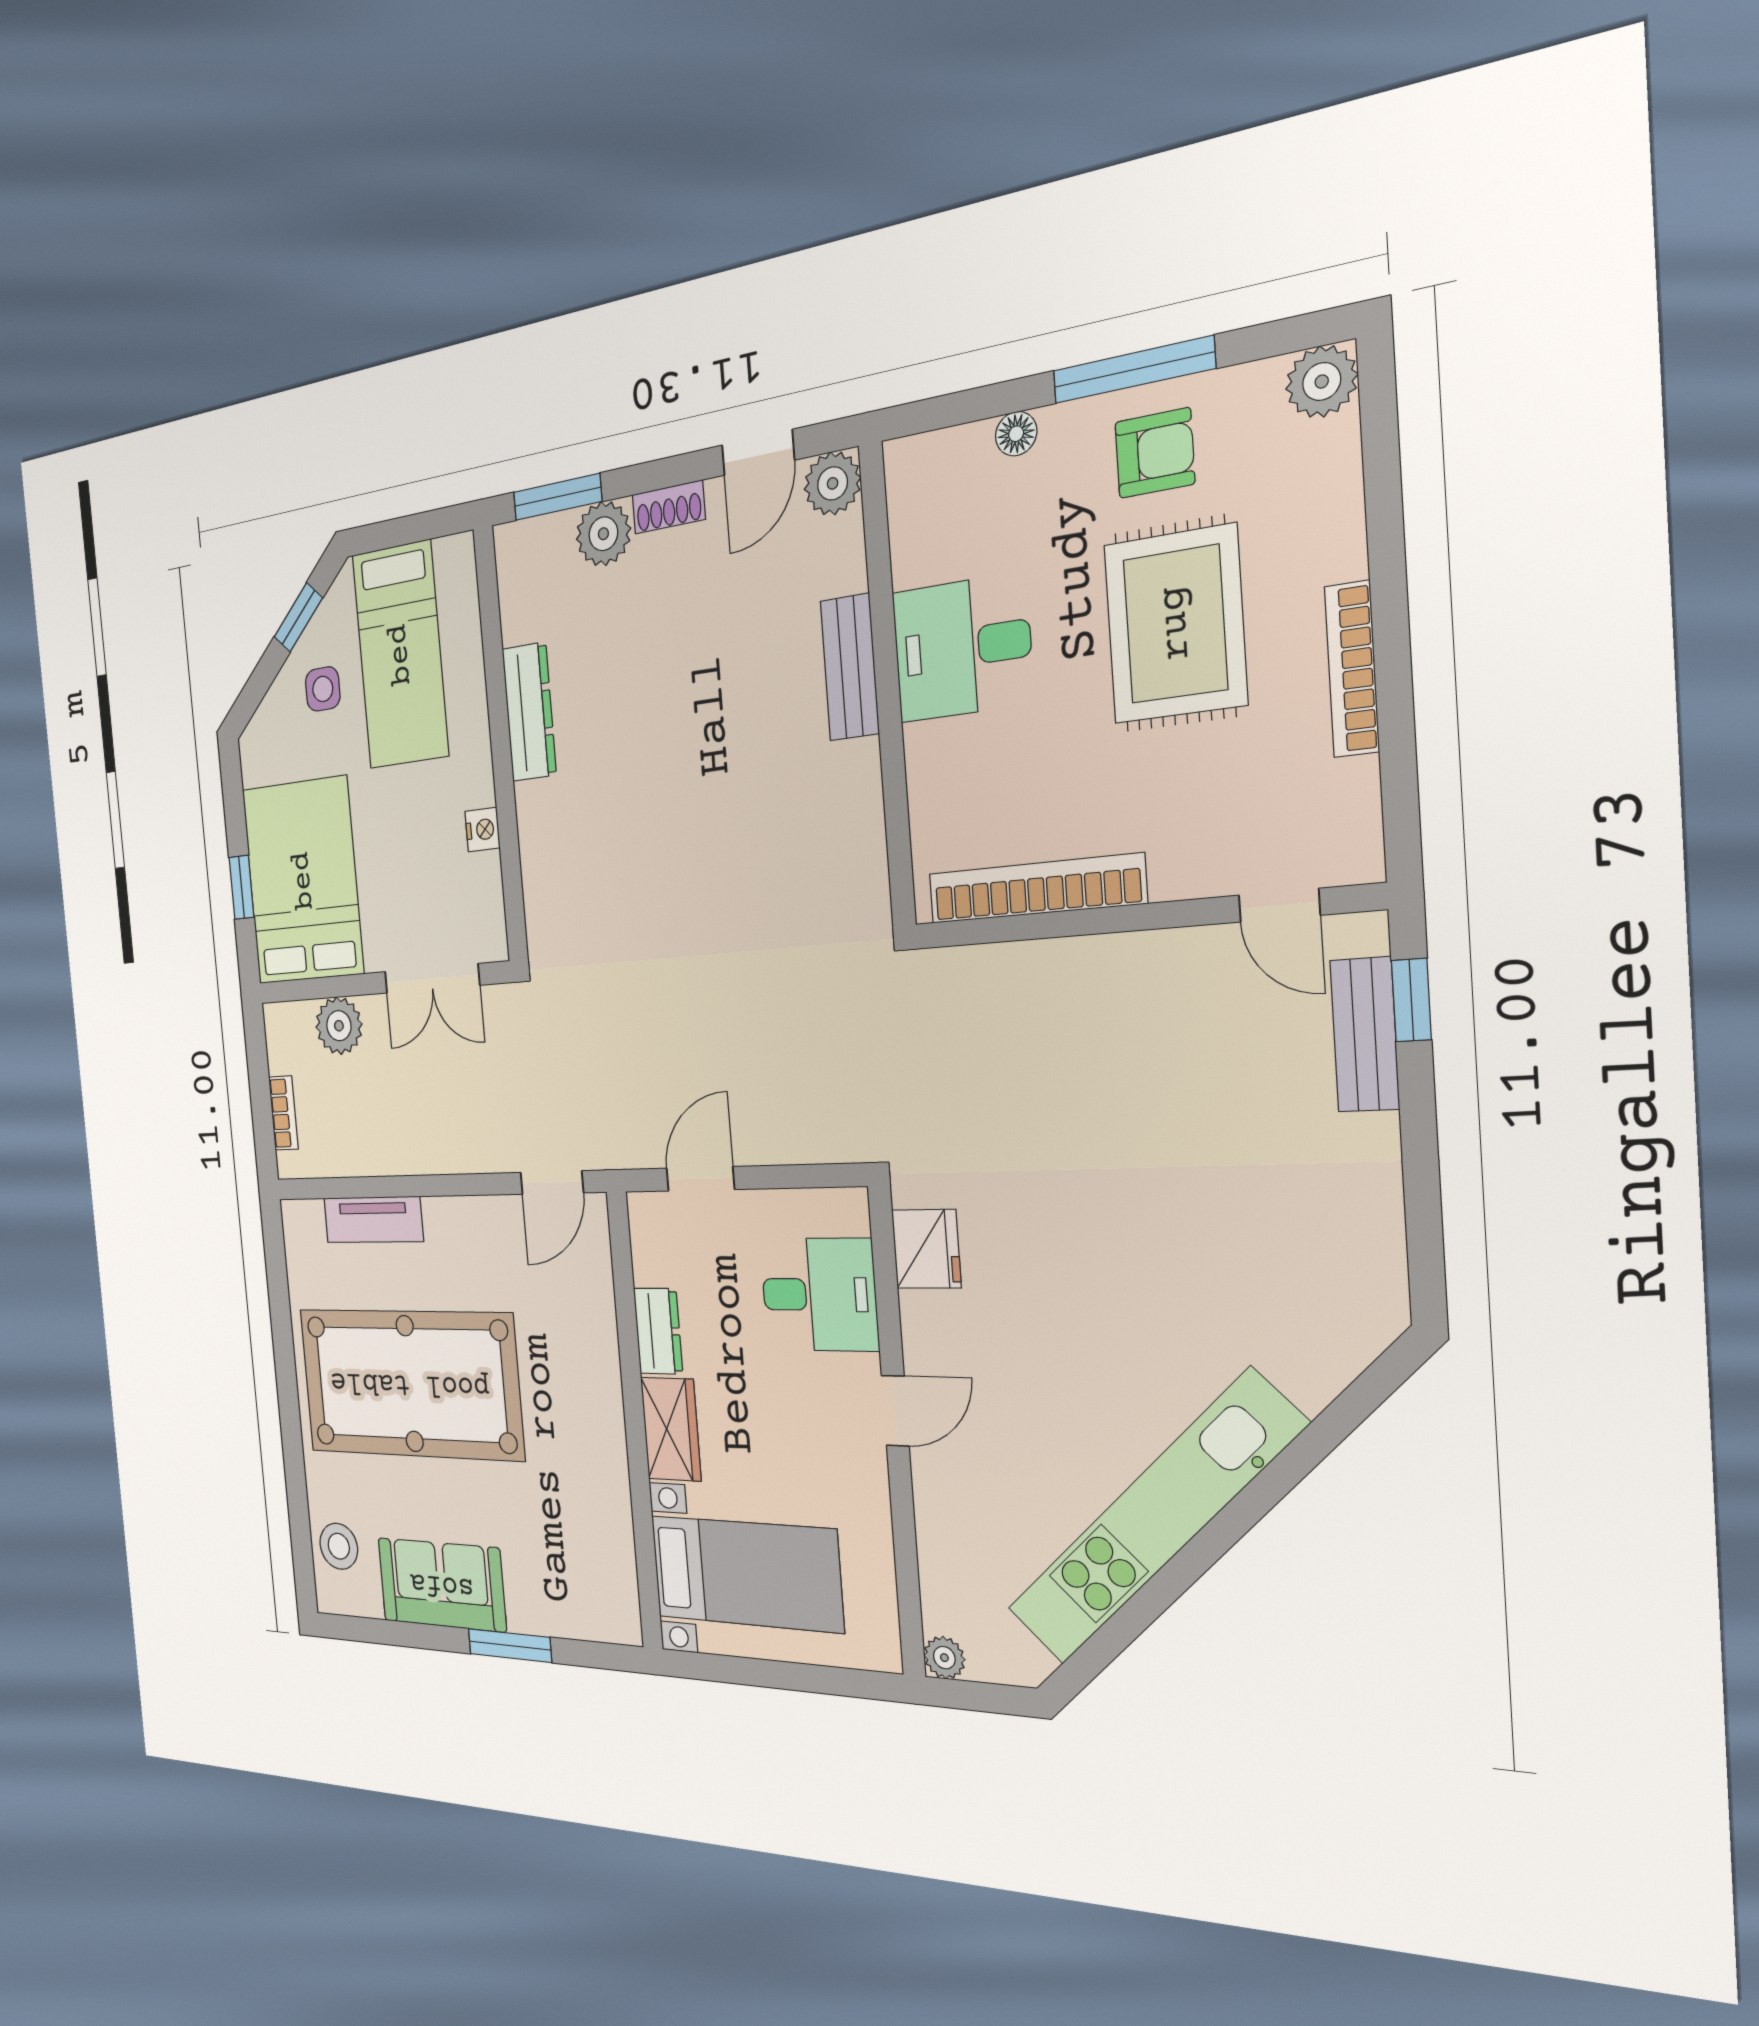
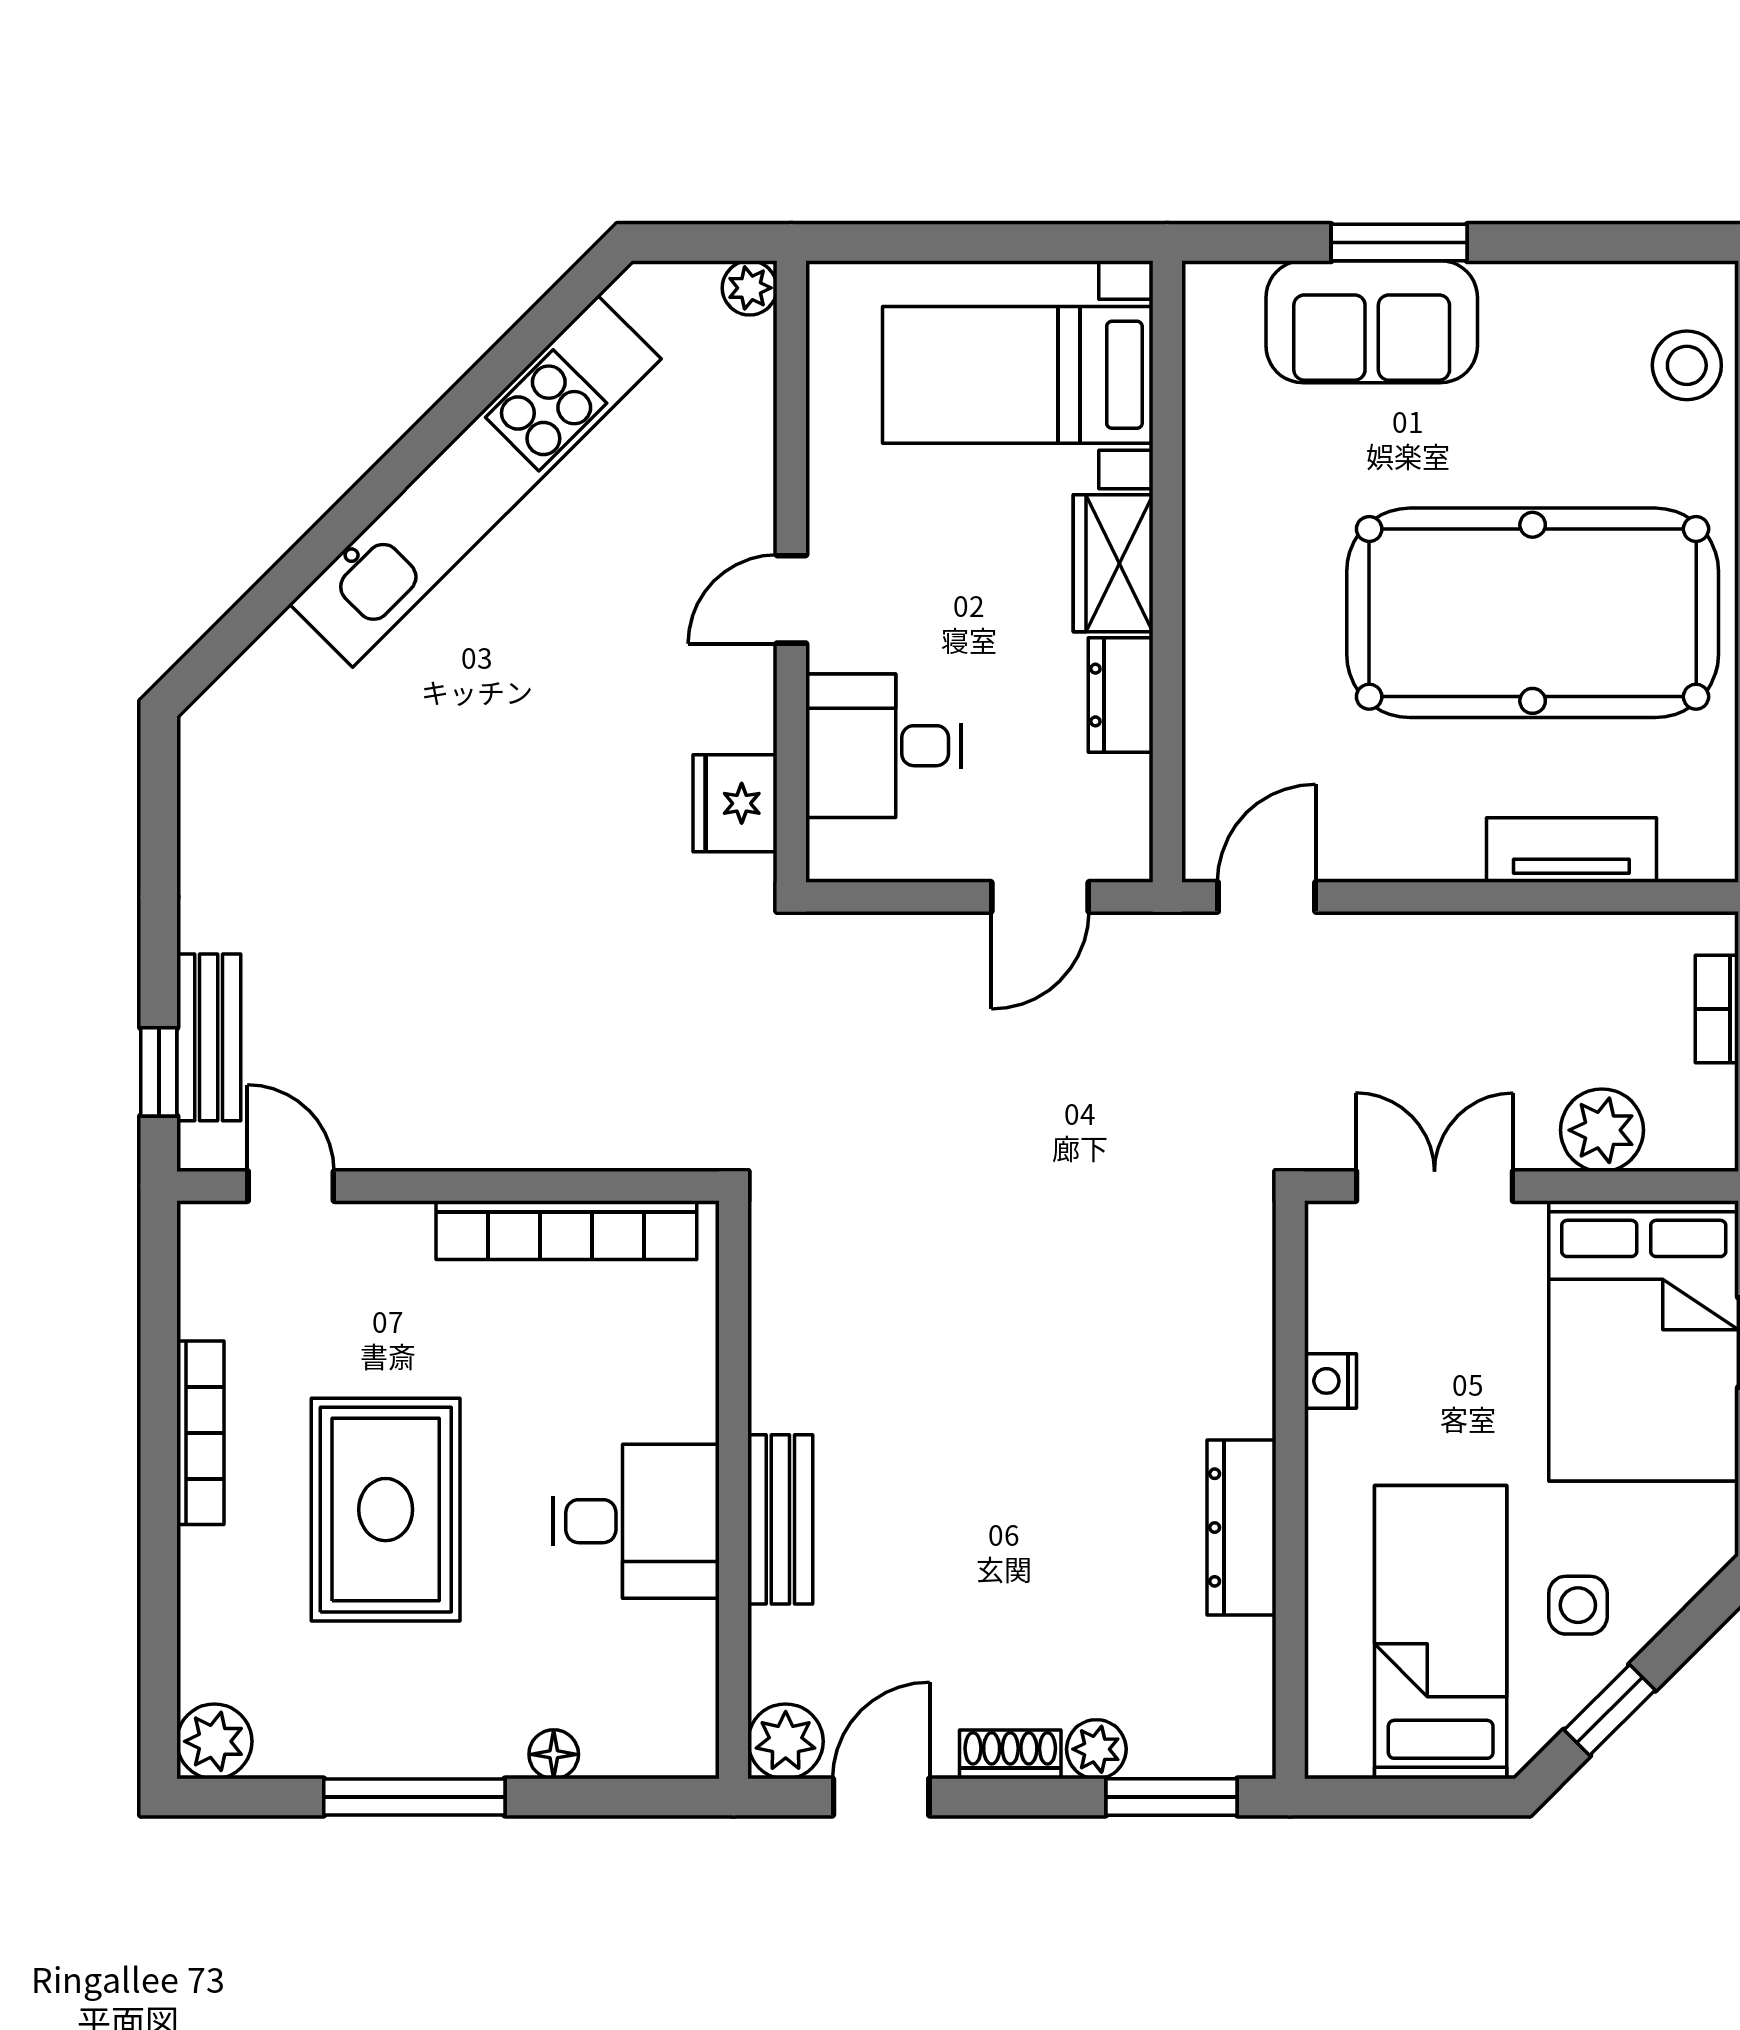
armchair: (1155, 453) -> (396, 1701), removed
plant: (603, 534) -> (1096, 1749), width x0.73, depth x0.73
sofa: (442, 1585) -> (1372, 322), moved

